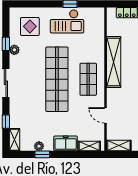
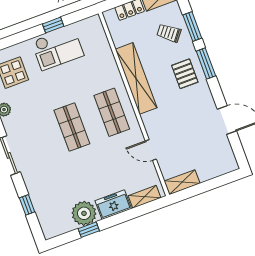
shop shelf: (57, 79) -> (72, 127), width x0.50, depth x0.74
shelving: (15, 140) -> (46, 224), removed
plant: (39, 146) -> (84, 213), width x1.88, depth x1.88

